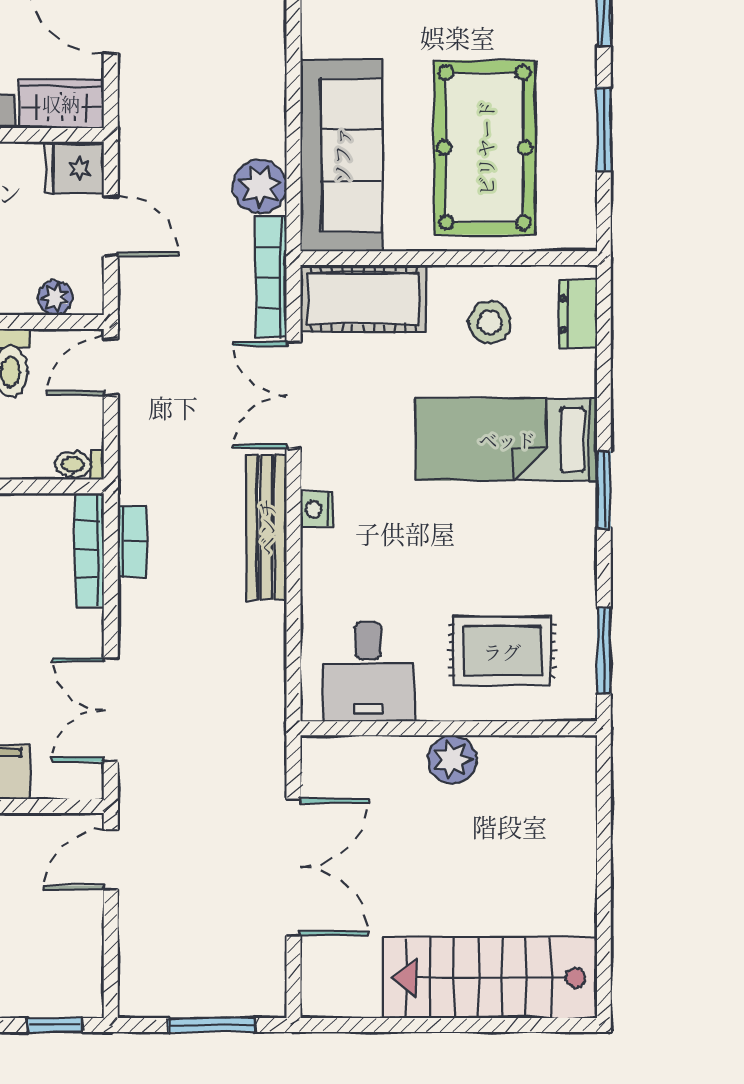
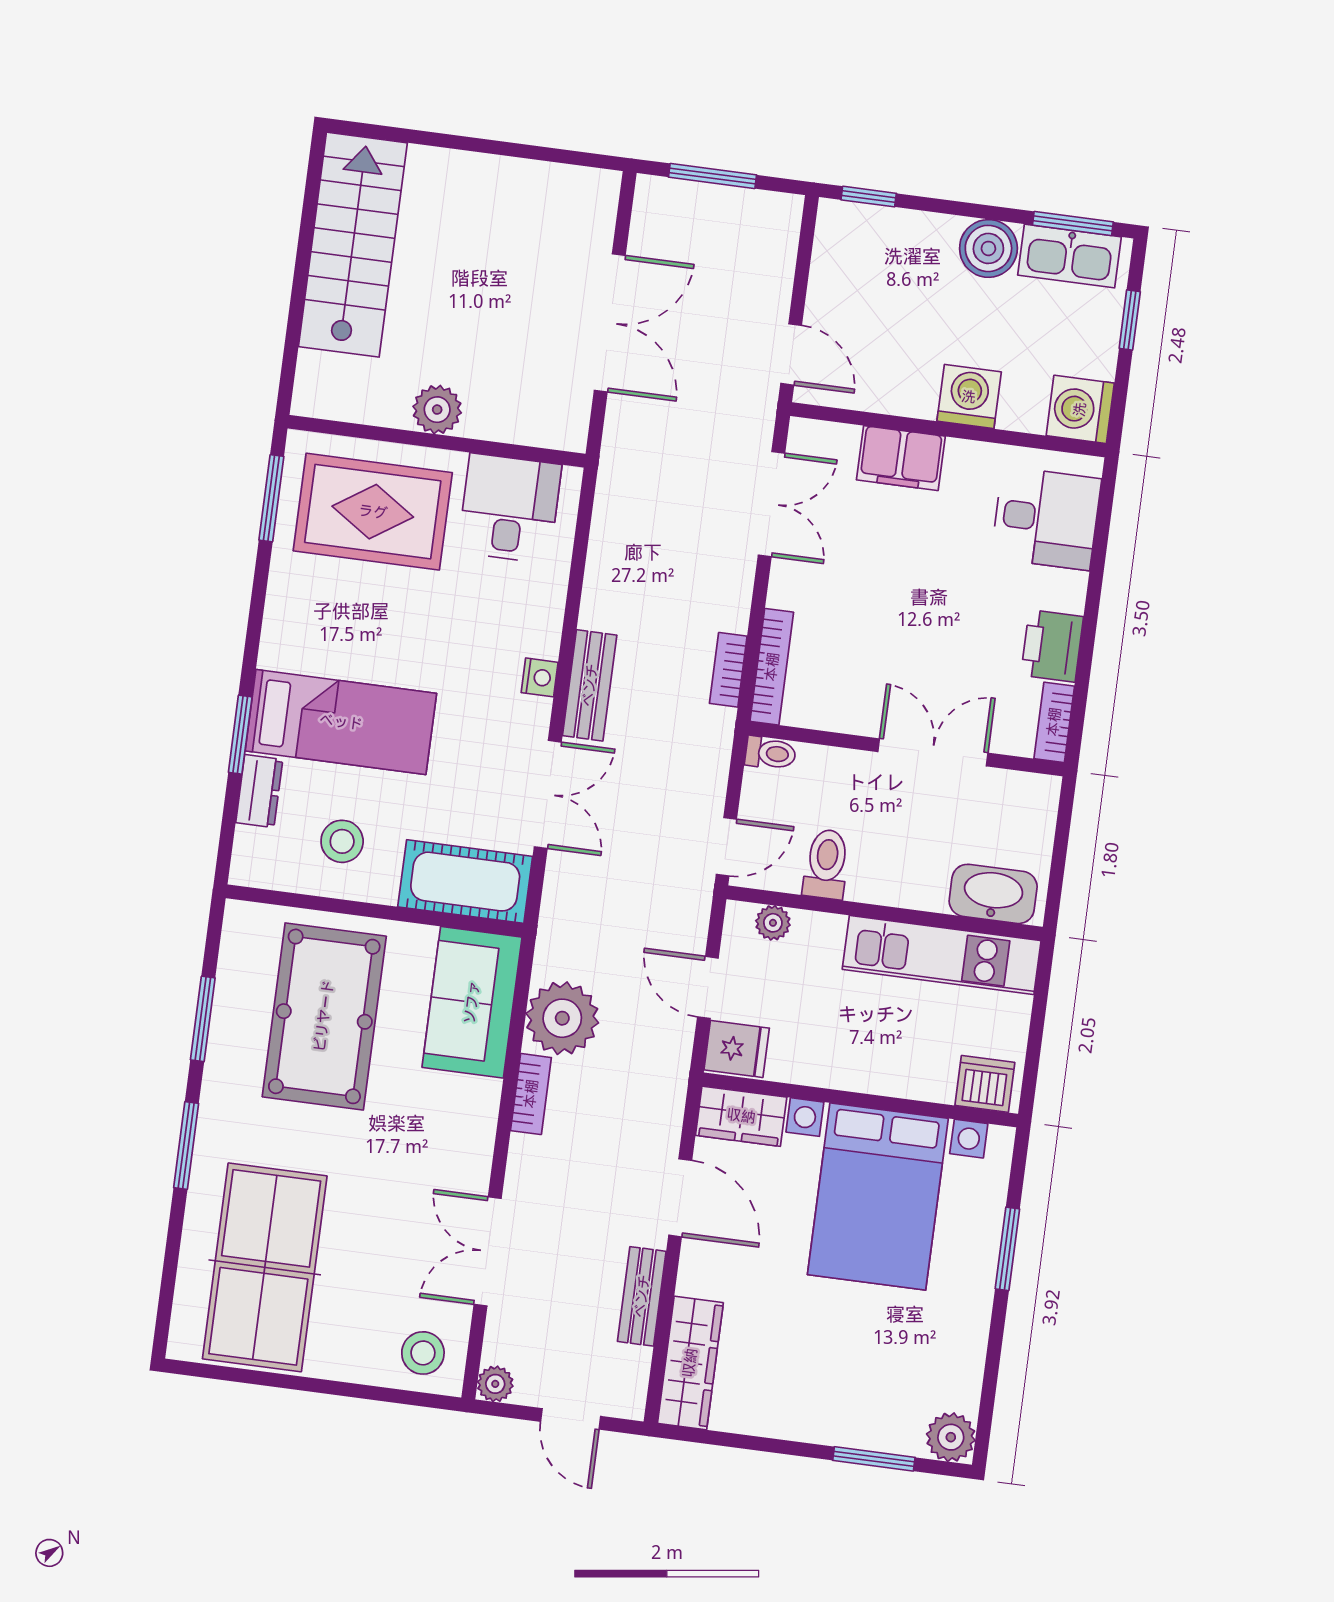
sofa: (341, 155) -> (472, 1002), width x0.73
plant: (260, 186) -> (562, 1018), width x1.36, depth x1.36
bookcase: (271, 277) -> (531, 1094), moved, width x0.64
dresser: (578, 314) -> (259, 791), moved
window: (604, 490) -> (240, 735), moved
bench: (266, 527) -> (590, 685), width x0.73
rug: (502, 651) -> (373, 512), width x1.36, depth x1.43
door: (111, 860) -> (791, 354), hinge flipped
double door: (293, 867) -> (610, 323), swing flipped
stairs: (490, 978) -> (353, 245), moved, turned -90

